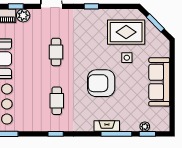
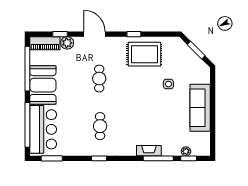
rug: (126, 32) -> (144, 54), moved
armchair: (101, 83) -> (143, 109), removed

